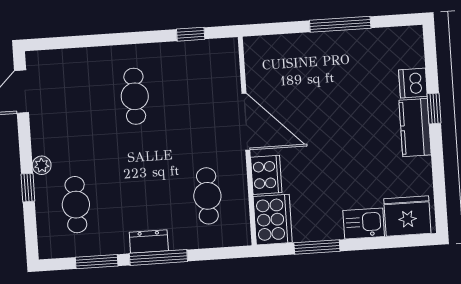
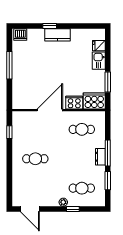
dishwasher: (413, 83) -> (20, 35), moved
fridge: (407, 216) -> (99, 46), width x0.53, depth x0.75

